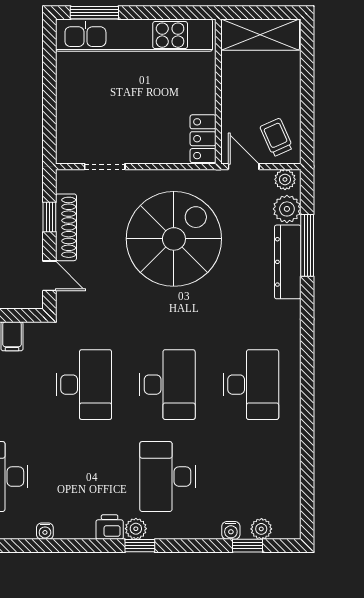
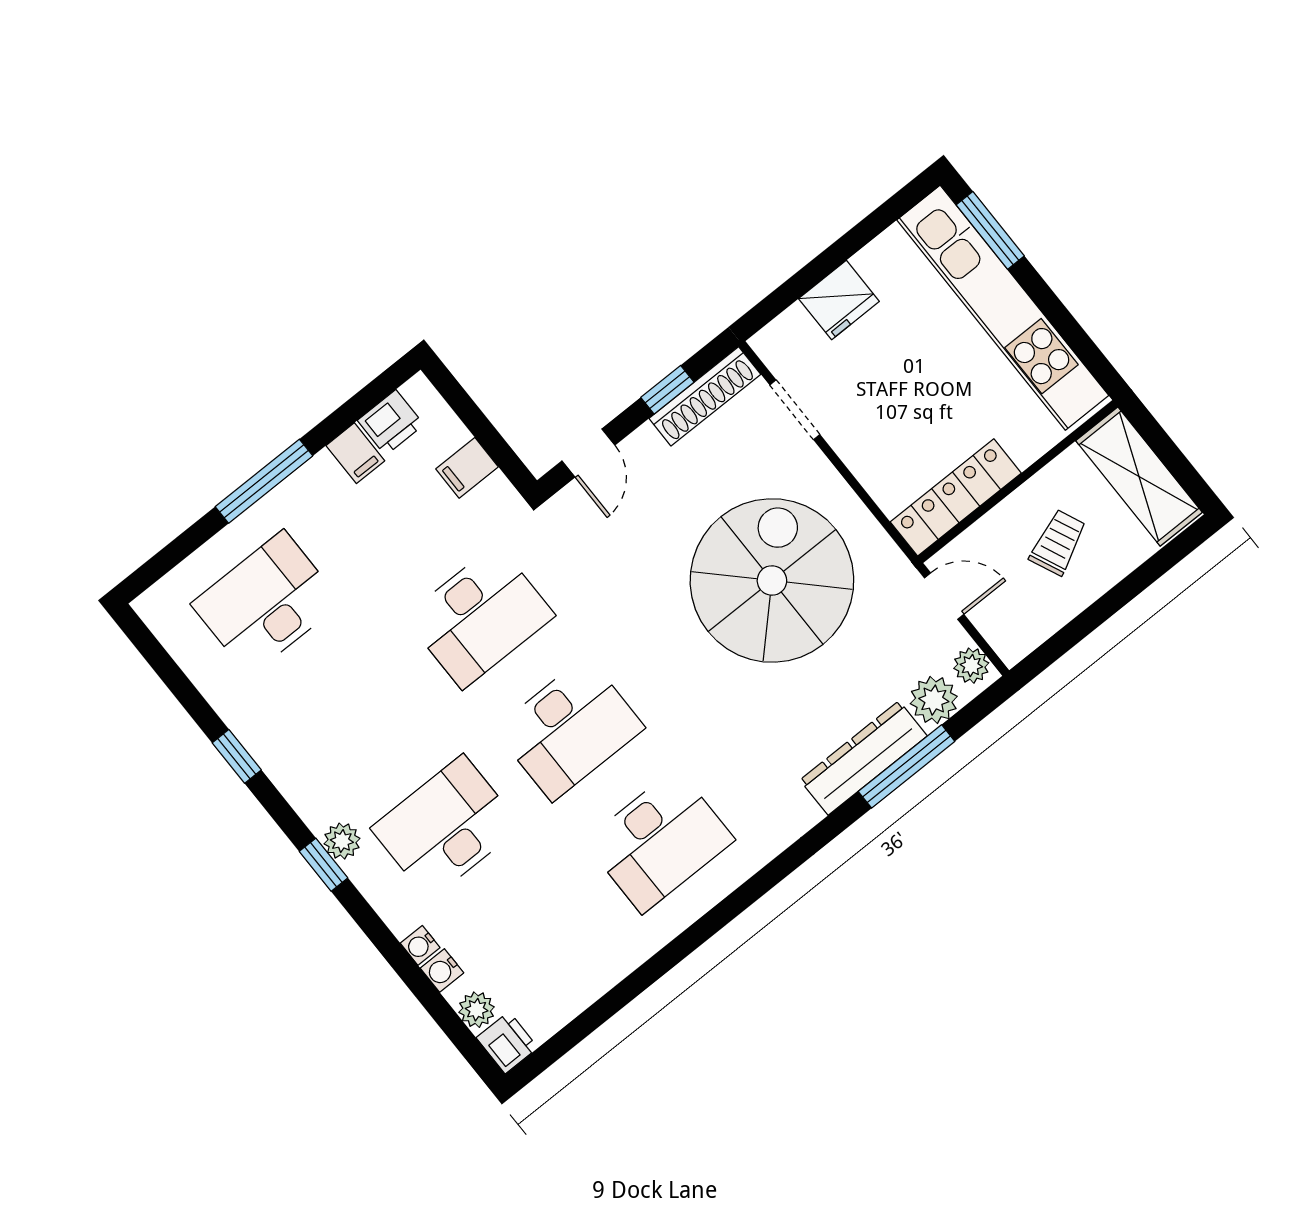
fridge: (71, 107) -> (839, 300), added
trolley: (277, 137) -> (1058, 542), moved
locker: (203, 139) -> (956, 497), width x1.53
door: (244, 167) -> (944, 596), hinge flipped
shoe rack: (66, 227) -> (705, 396), moved
spiral stairs: (174, 239) -> (772, 580), turned -90
printer: (110, 527) -> (507, 1043), moved
water cooler: (45, 531) -> (420, 945), moved
window: (248, 546) -> (237, 756), moved

